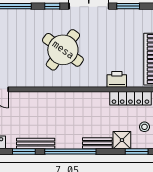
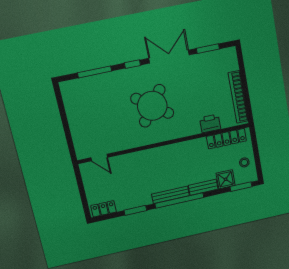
bench: (36, 143) -> (170, 195), moved

